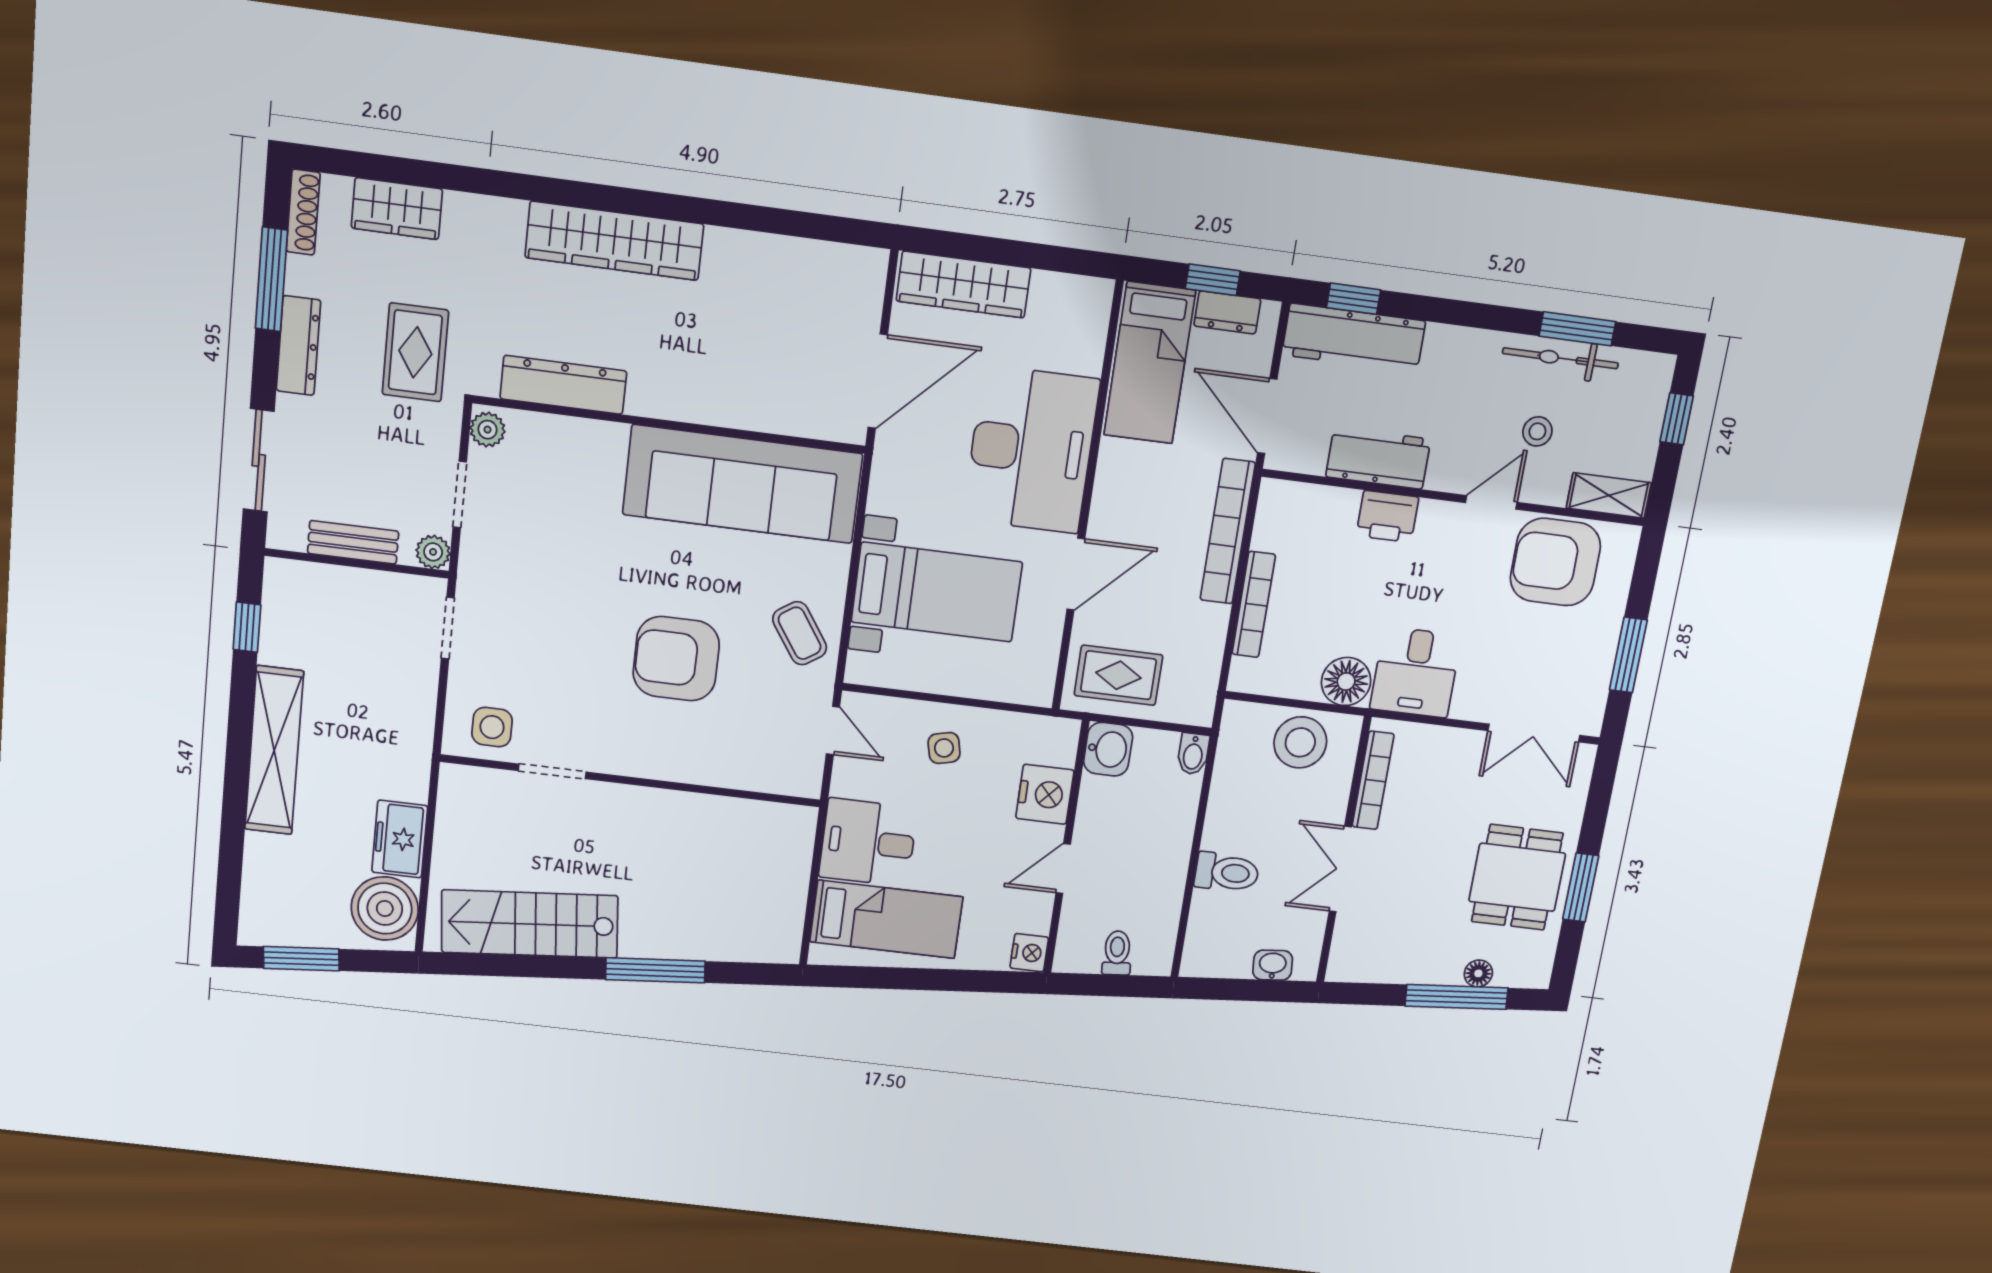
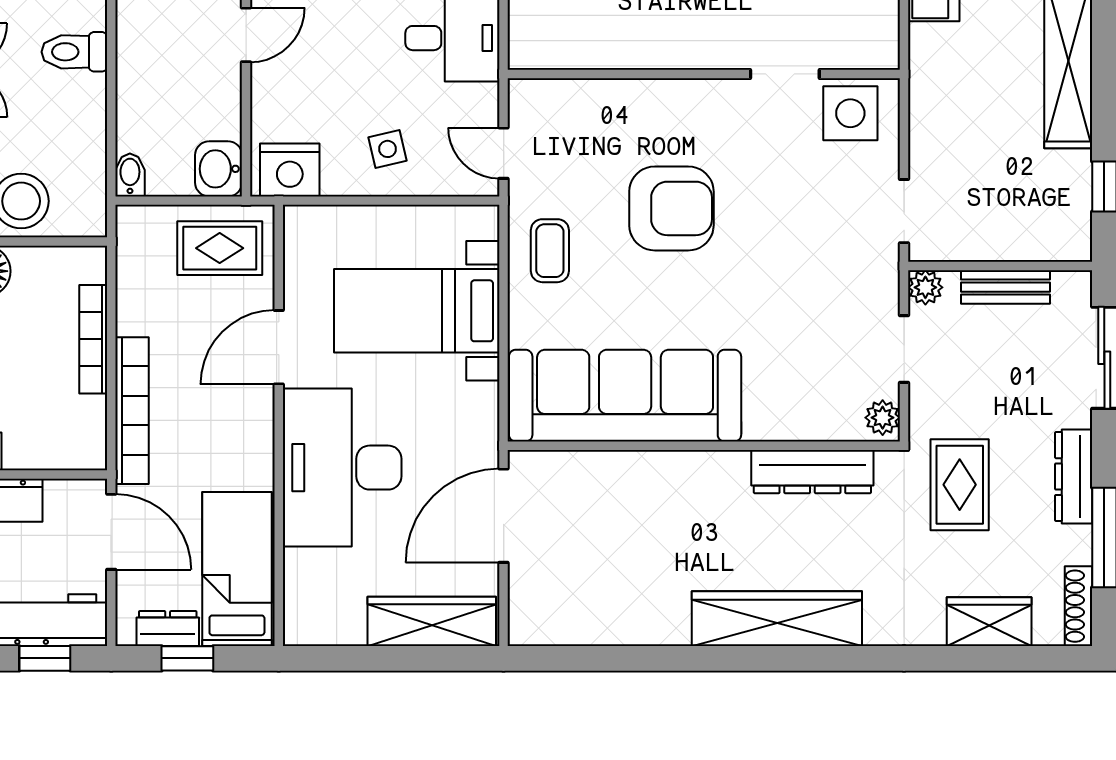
coffee table: (800, 633) -> (550, 251), turned 34
side table: (492, 727) -> (850, 113), width x1.37, depth x1.37
nightstand: (1045, 794) -> (290, 170), moved, turned -90

